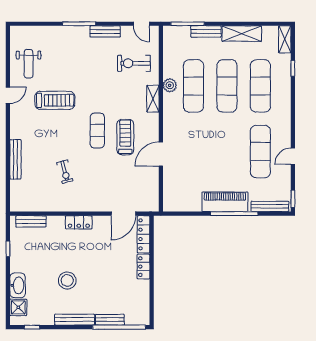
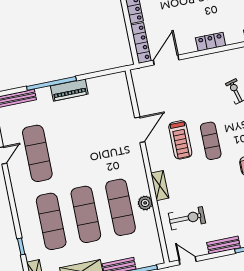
piano: (225, 202) -> (69, 90), width x0.73, depth x0.75

